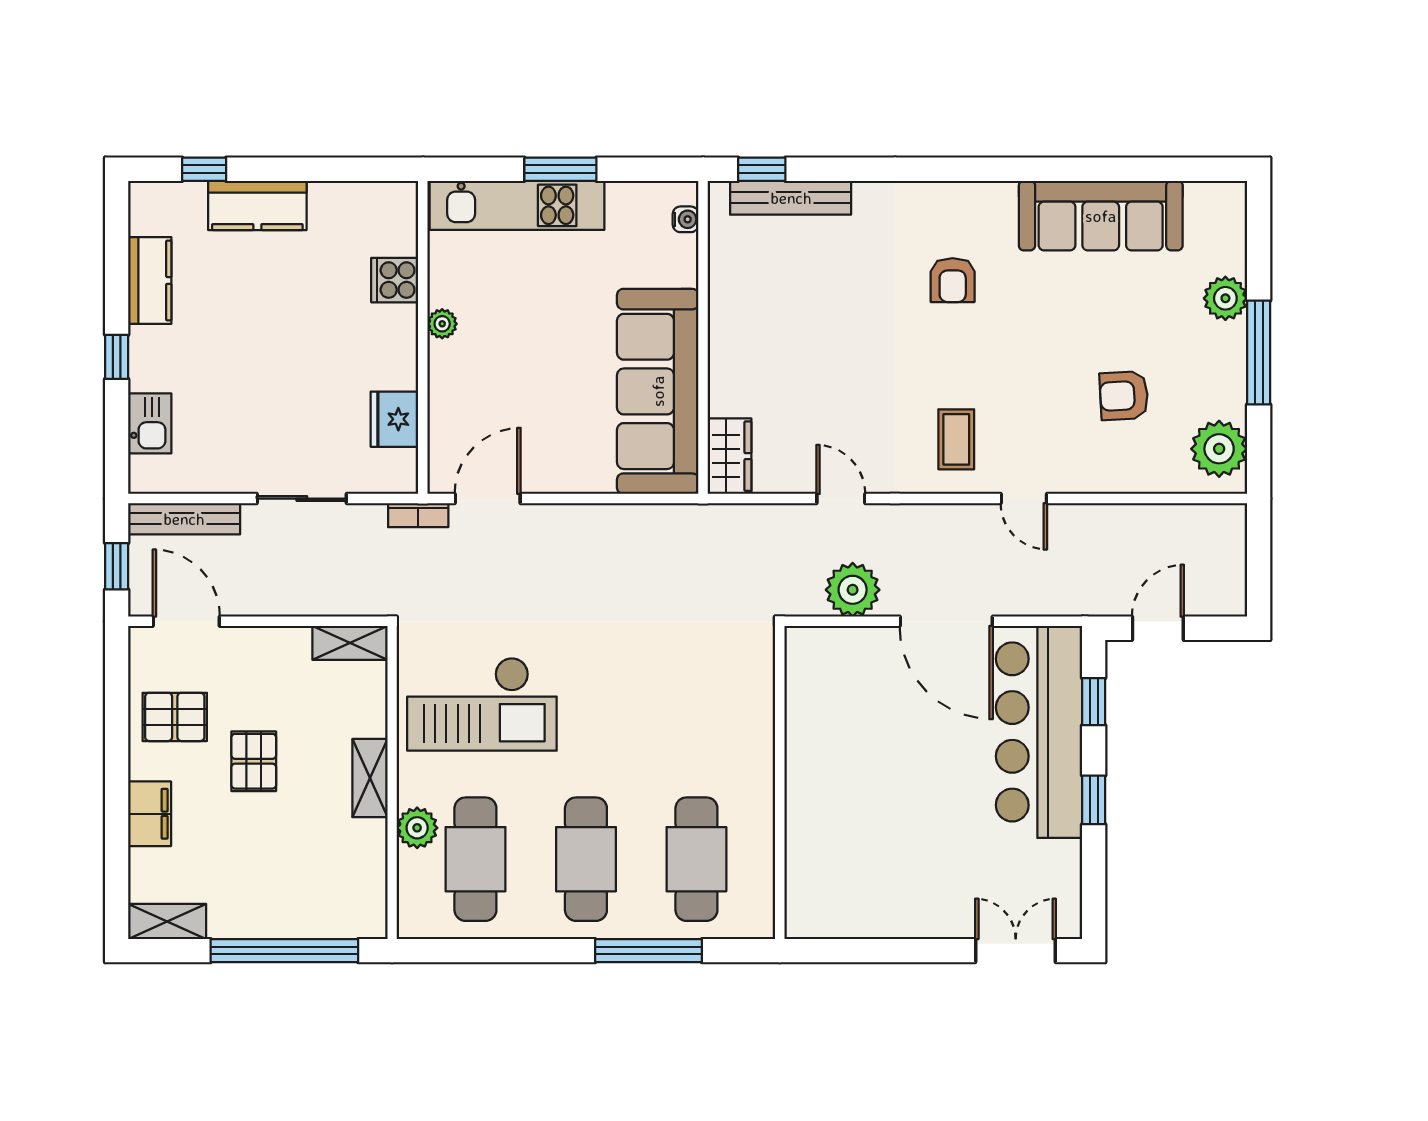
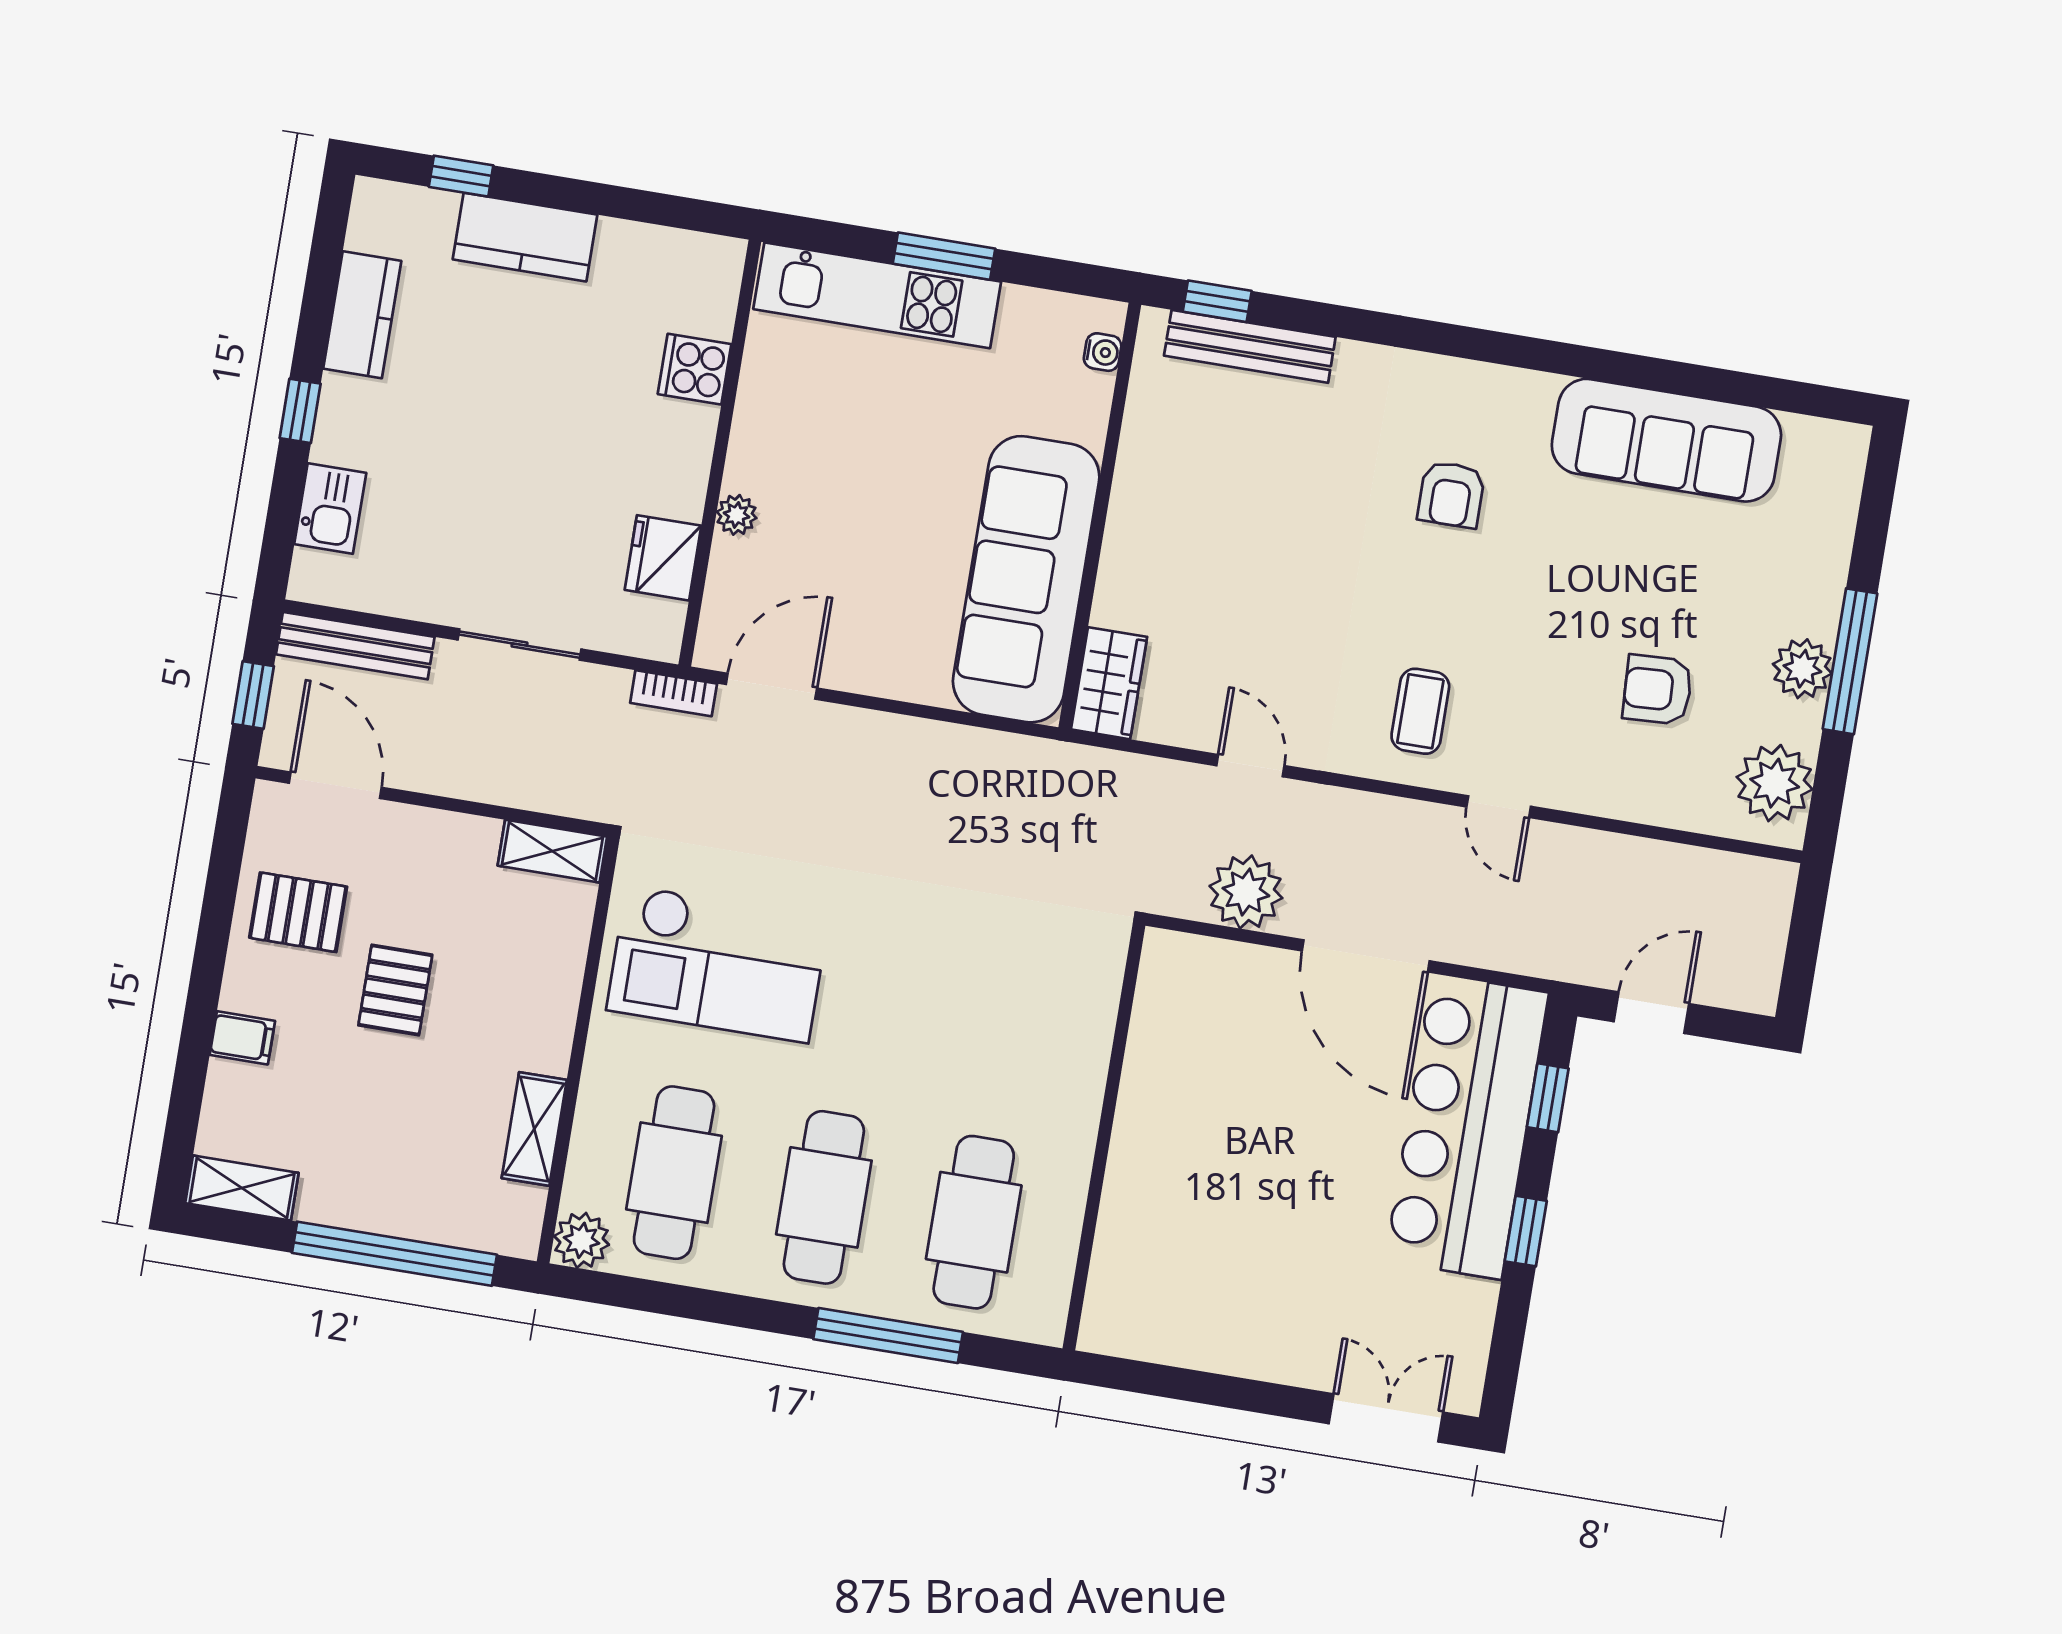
plant: (1225, 298) -> (1802, 669), moved
plant: (442, 324) -> (737, 515), moved
shelving: (370, 778) -> (534, 1129), moved
filing cabinet: (150, 814) -> (242, 1038), width x0.50
plant: (417, 828) -> (582, 1240), moved

